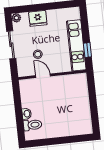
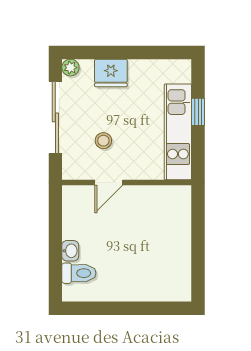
sliding door: (11, 45) -> (55, 117), width x1.37
window: (87, 50) -> (198, 112), moved
door: (43, 76) -> (109, 183), swing flipped

